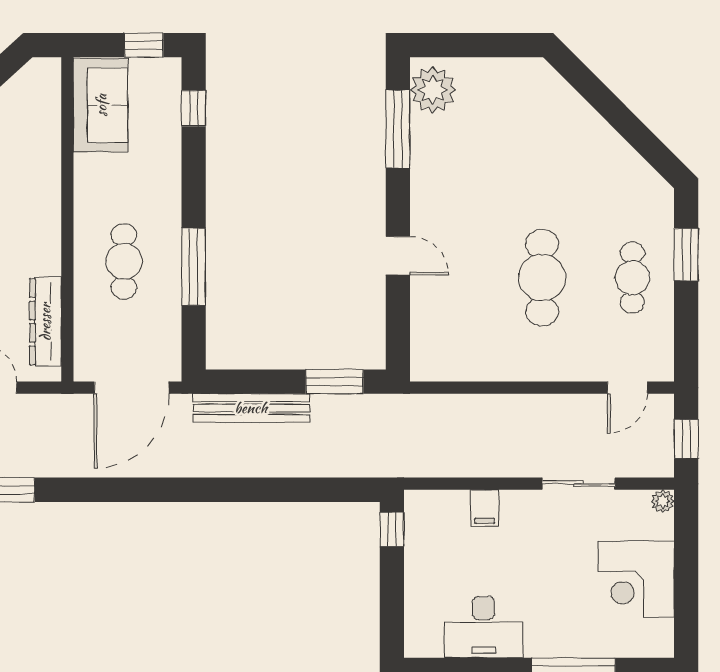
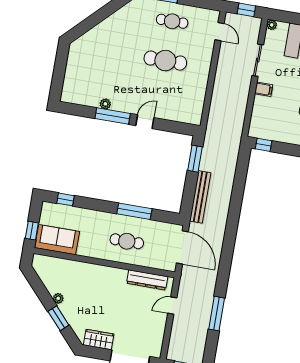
window: (144, 45) -> (32, 231), moved
plant: (433, 90) -> (105, 104), moved, width x0.53, depth x0.53
window: (398, 129) -> (113, 116), moved
filing cabinet: (485, 508) -> (264, 89), moved

